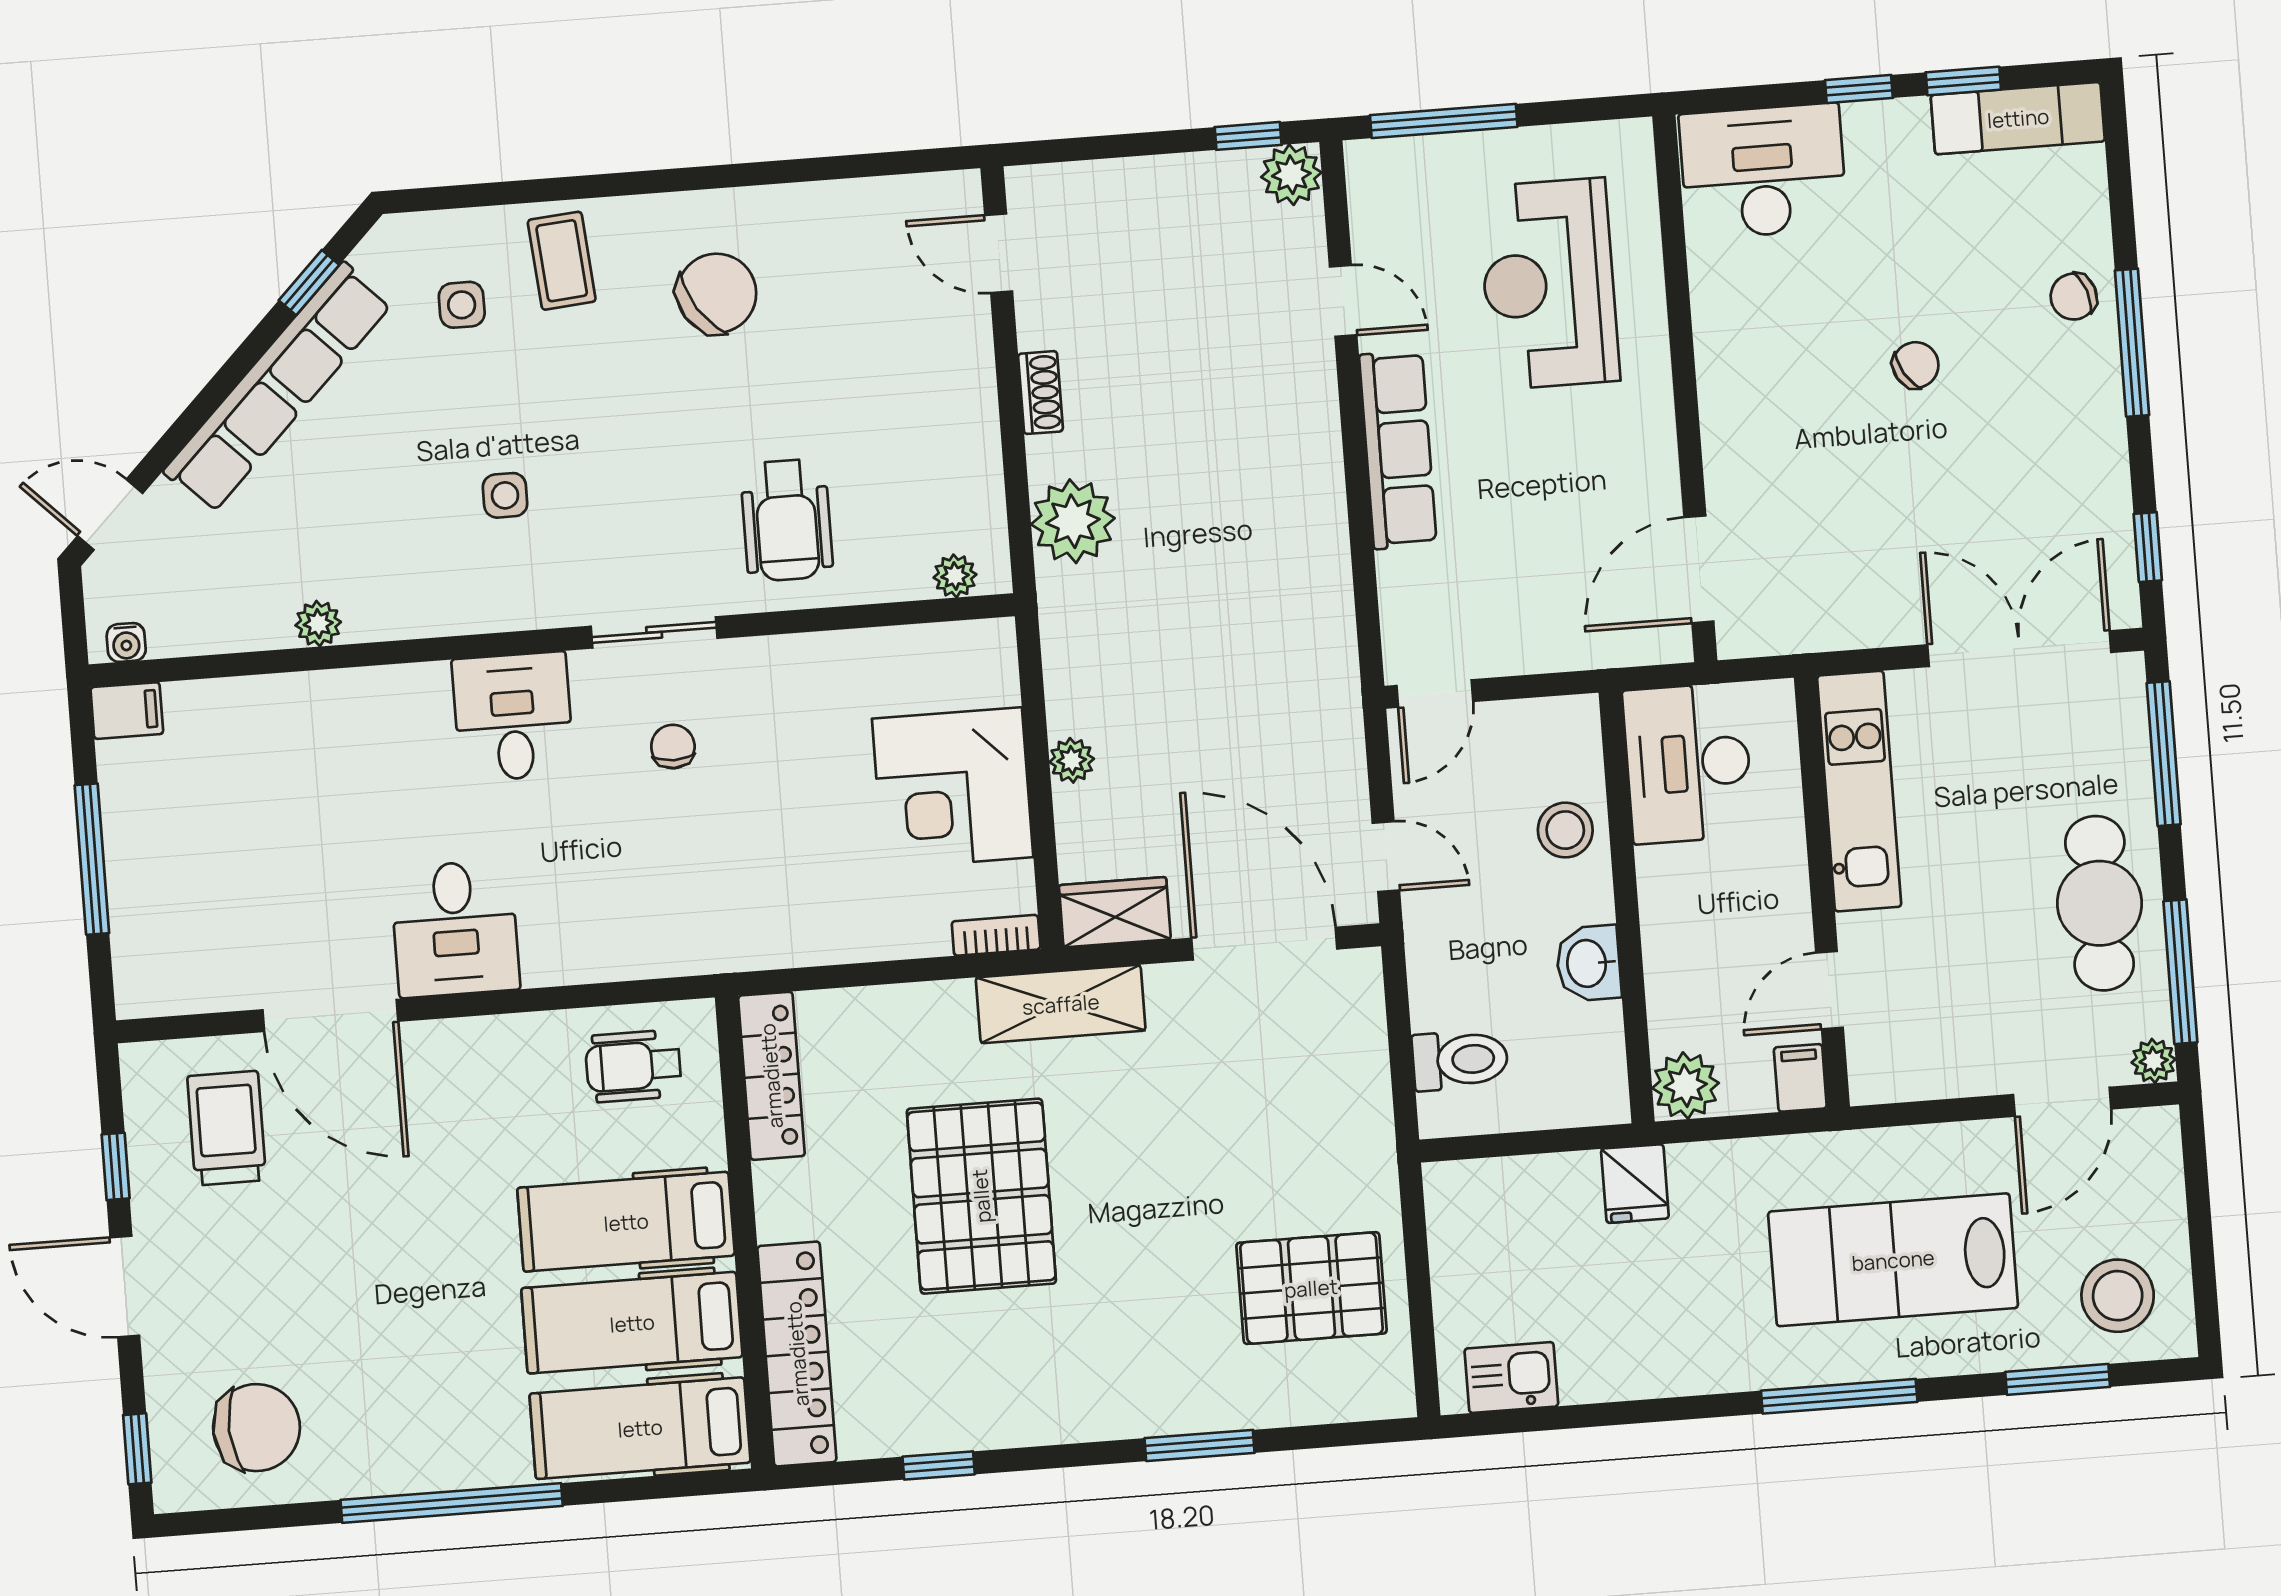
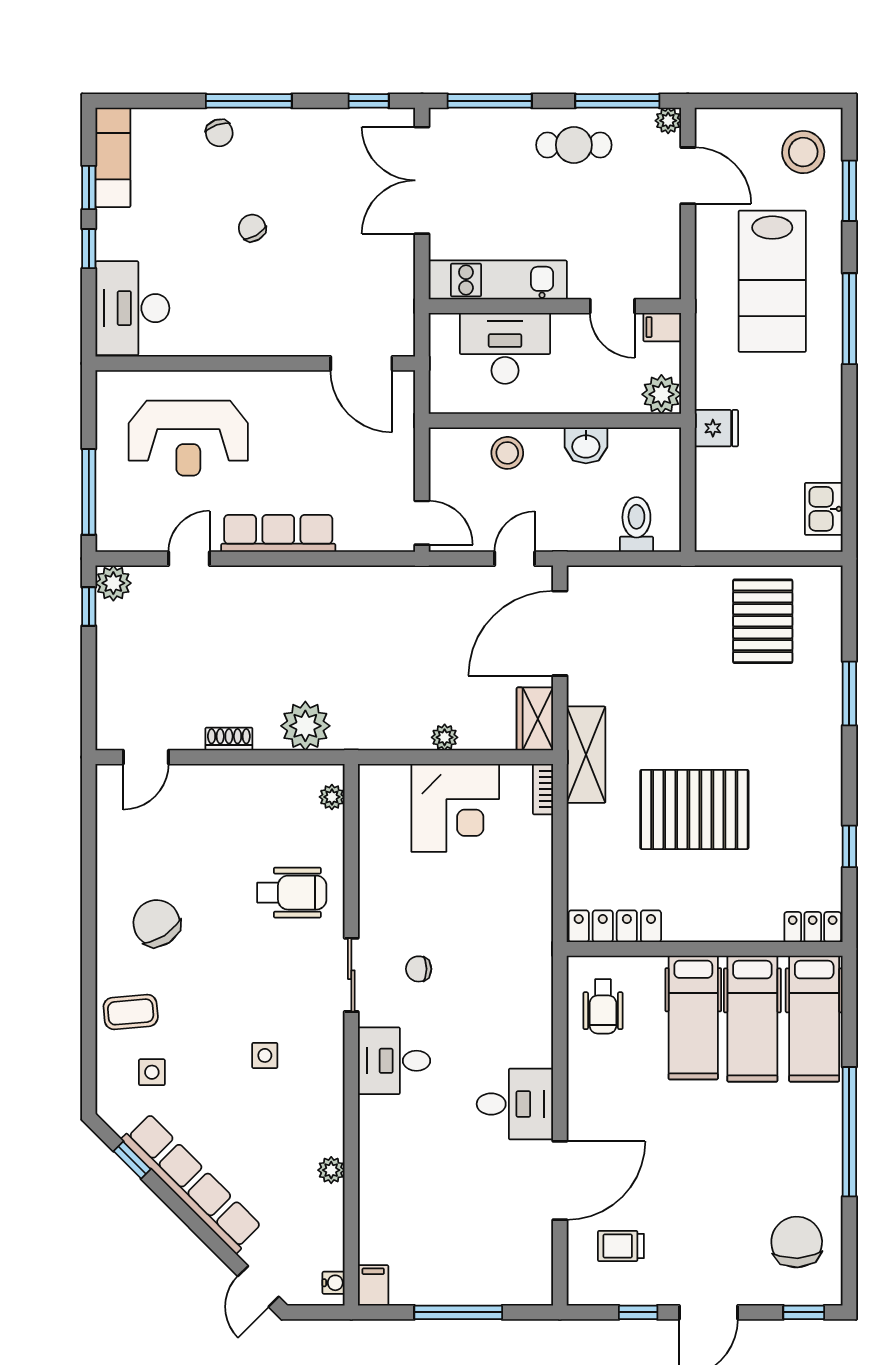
desk: (1688, 763) -> (505, 348), moved, turned 180
cafe table: (2099, 903) -> (574, 145), width x0.73, depth x0.74
trolley: (227, 1128) -> (621, 1246), width x0.73, depth x0.72
locker: (797, 1354) -> (813, 927), width x0.46, depth x0.83

